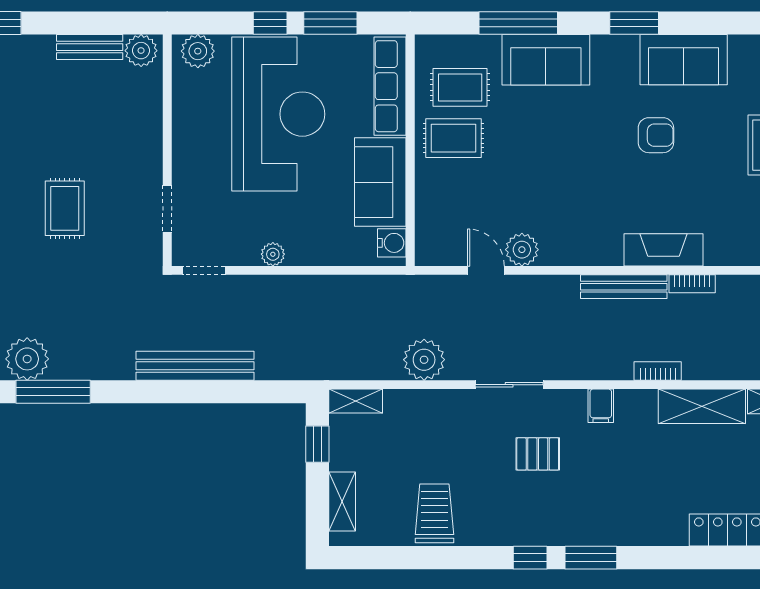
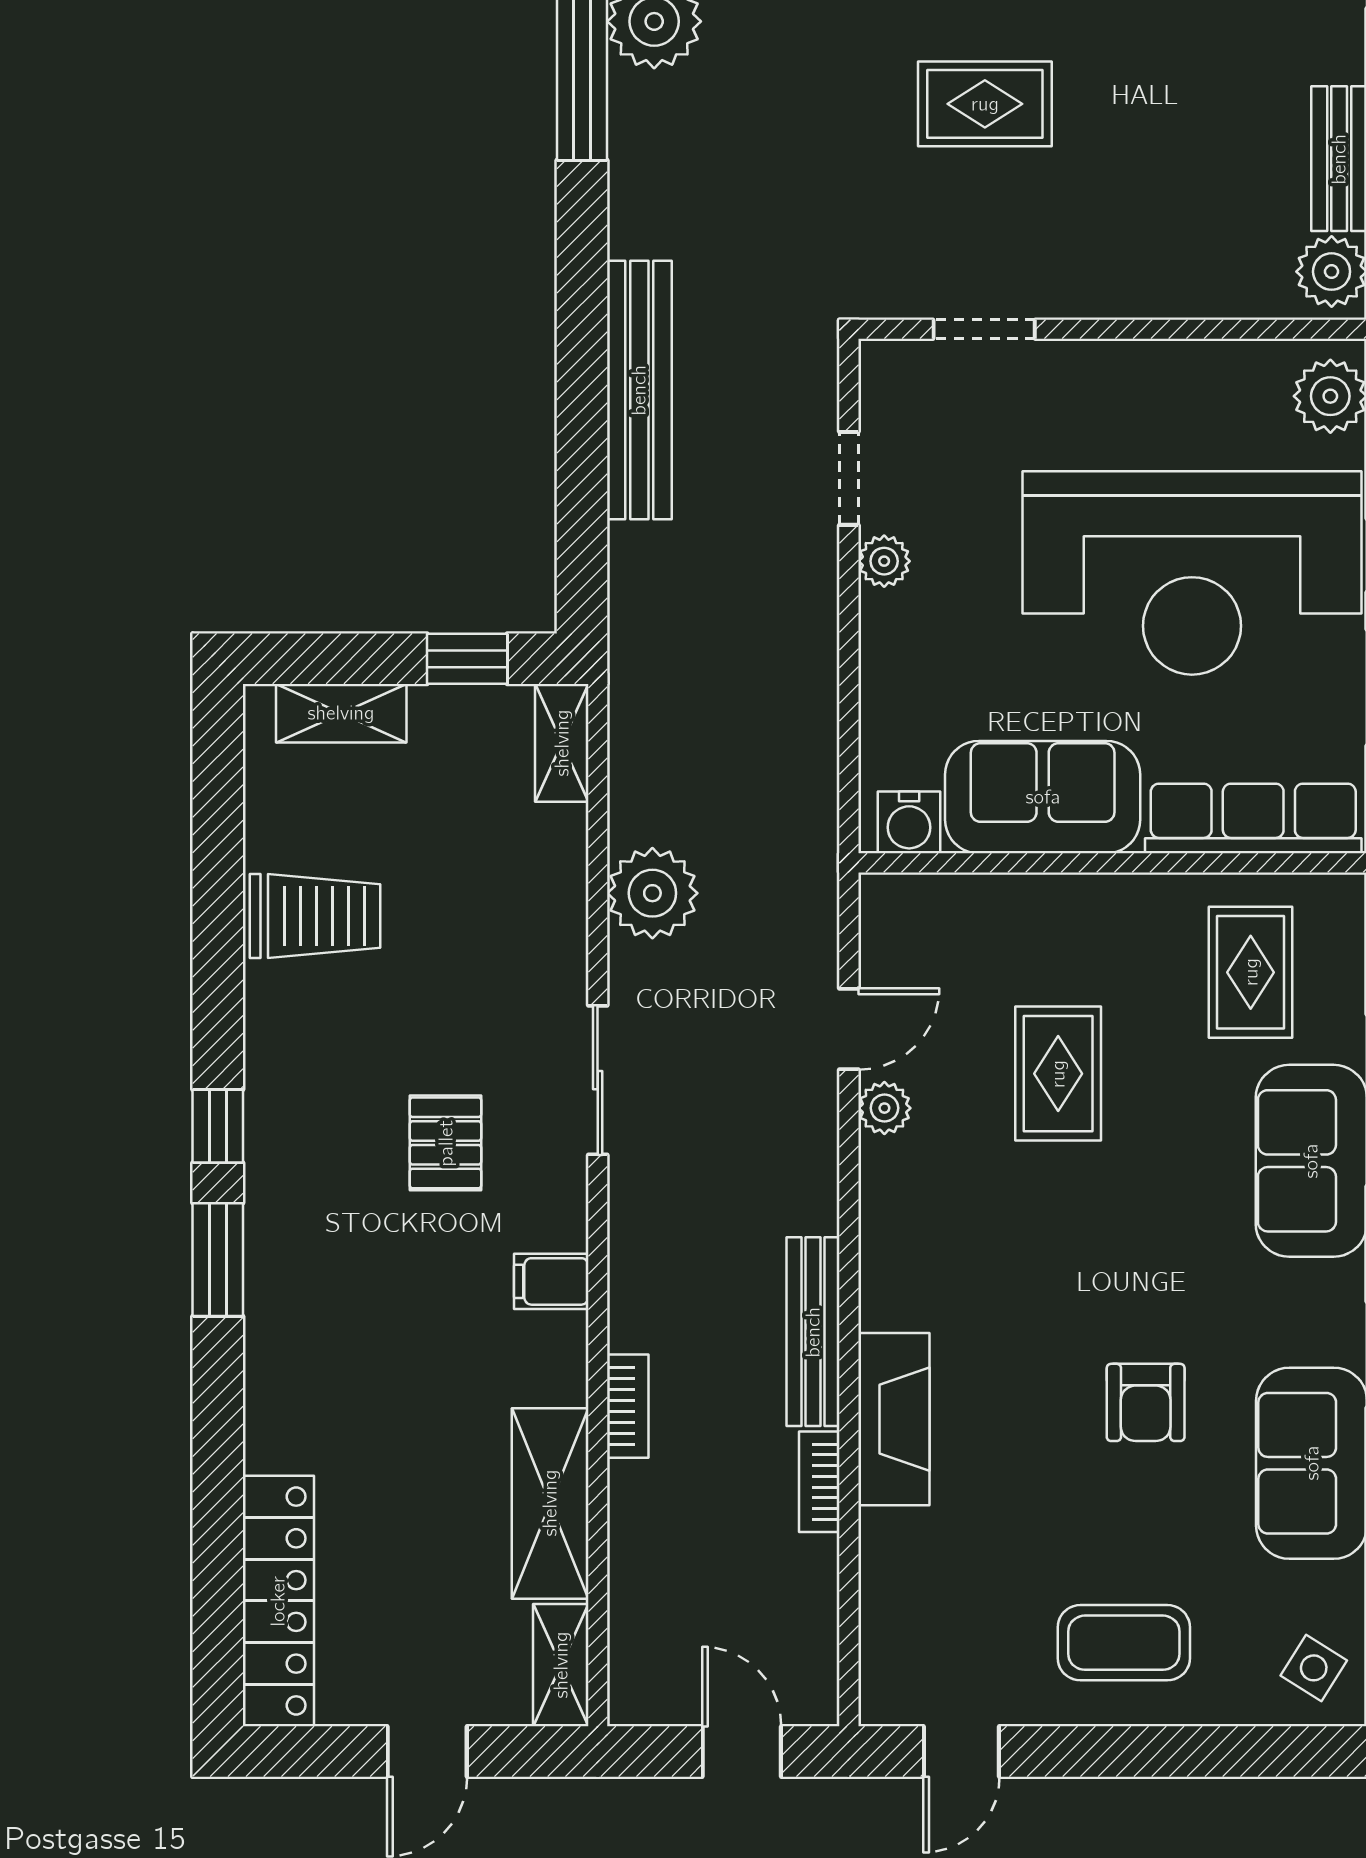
rug: (453, 138) -> (1058, 1074), moved
plant: (522, 250) -> (884, 1108), width x0.73, depth x0.73
doorway: (204, 270) -> (849, 478), moved

